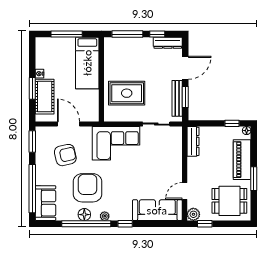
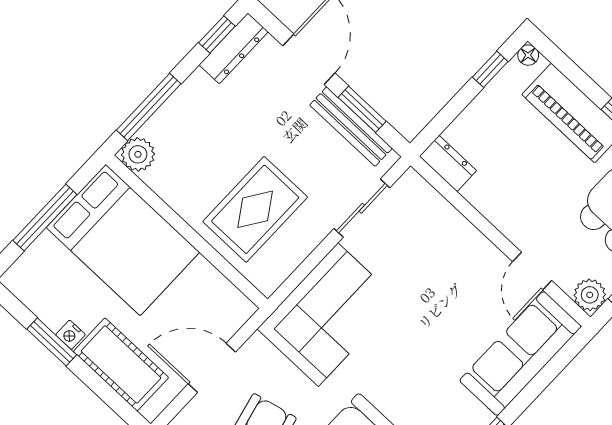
window: (157, 34) -> (217, 34), moved
plant: (111, 44) -> (138, 154), added
bed: (87, 63) -> (123, 240), width x1.50
window: (32, 88) -> (52, 342), moved
dresser: (193, 141) -> (448, 163), width x0.70

